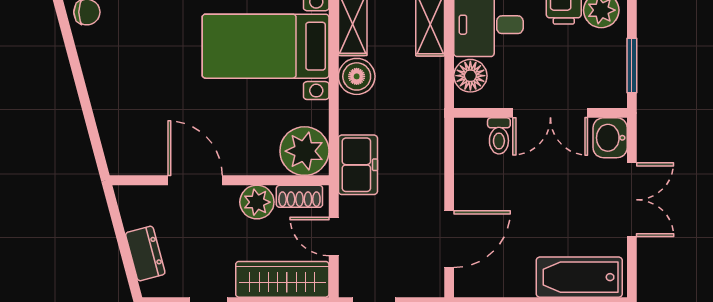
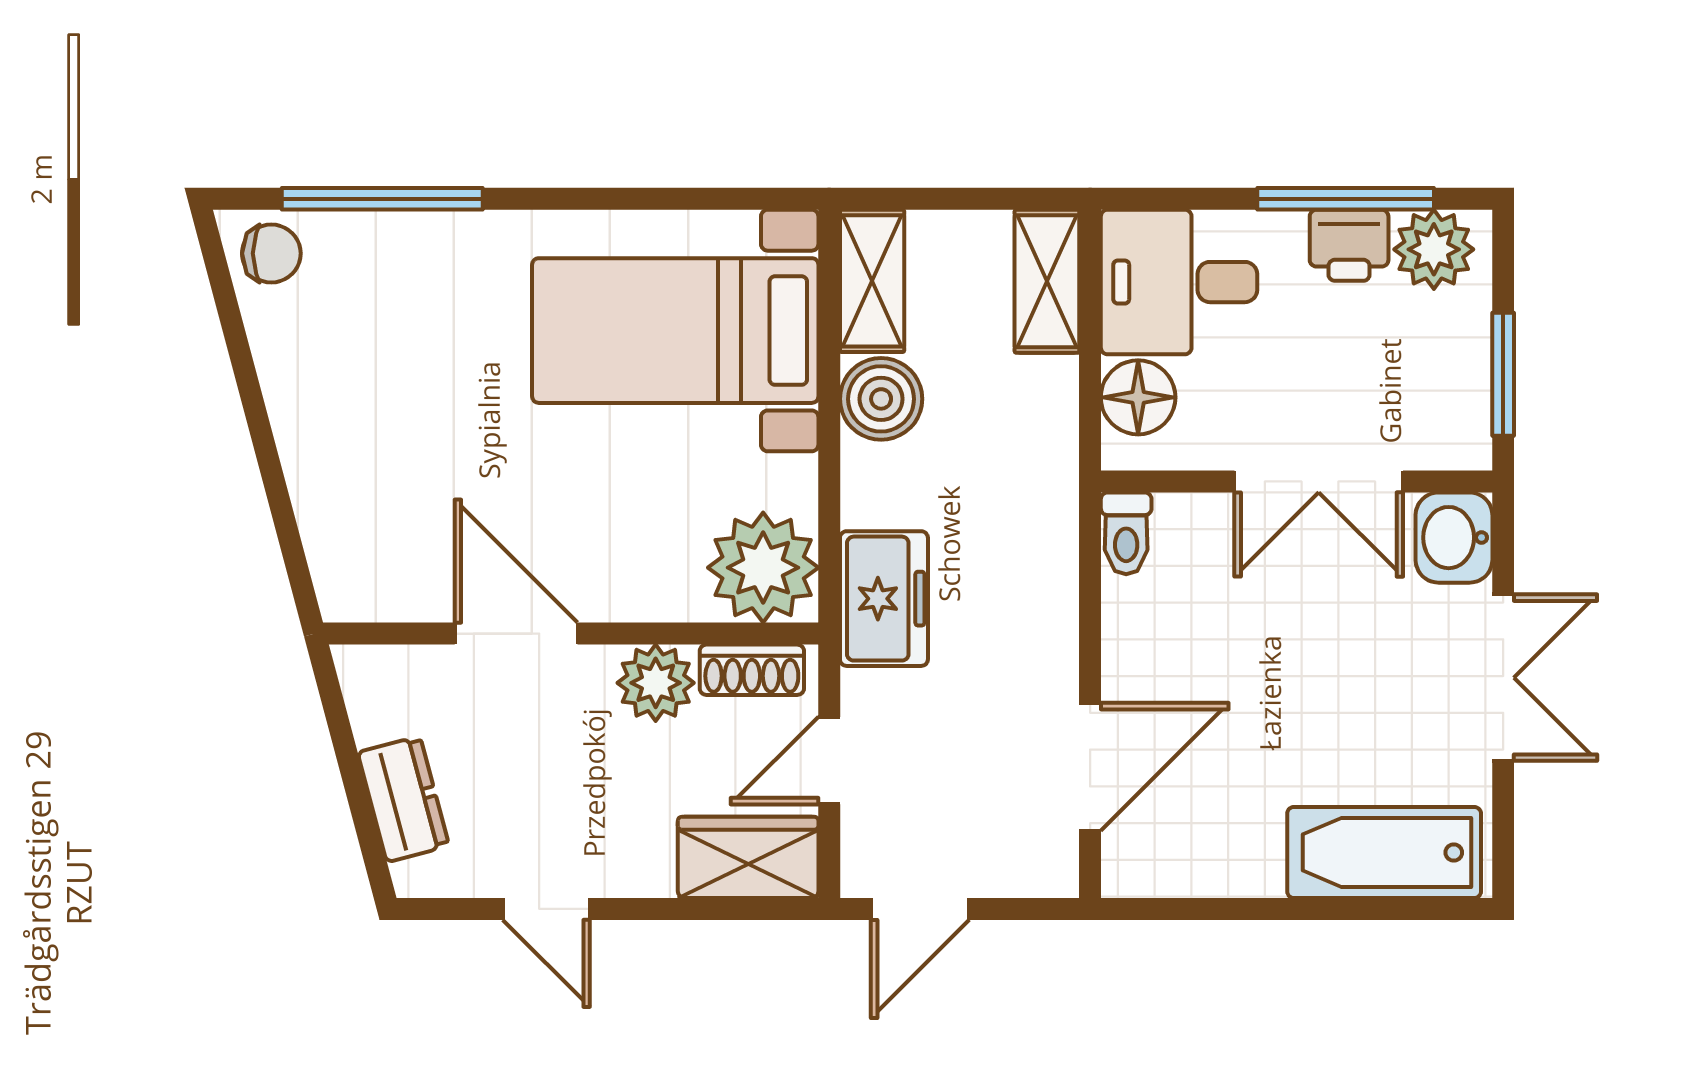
toilet: (499, 136) -> (1126, 533), moved
door: (334, 236) -> (829, 761), hinge flipped
wardrobe: (282, 279) -> (748, 857), width x0.67

